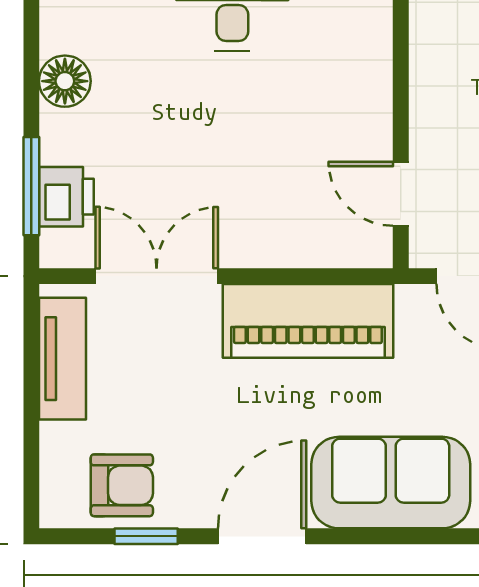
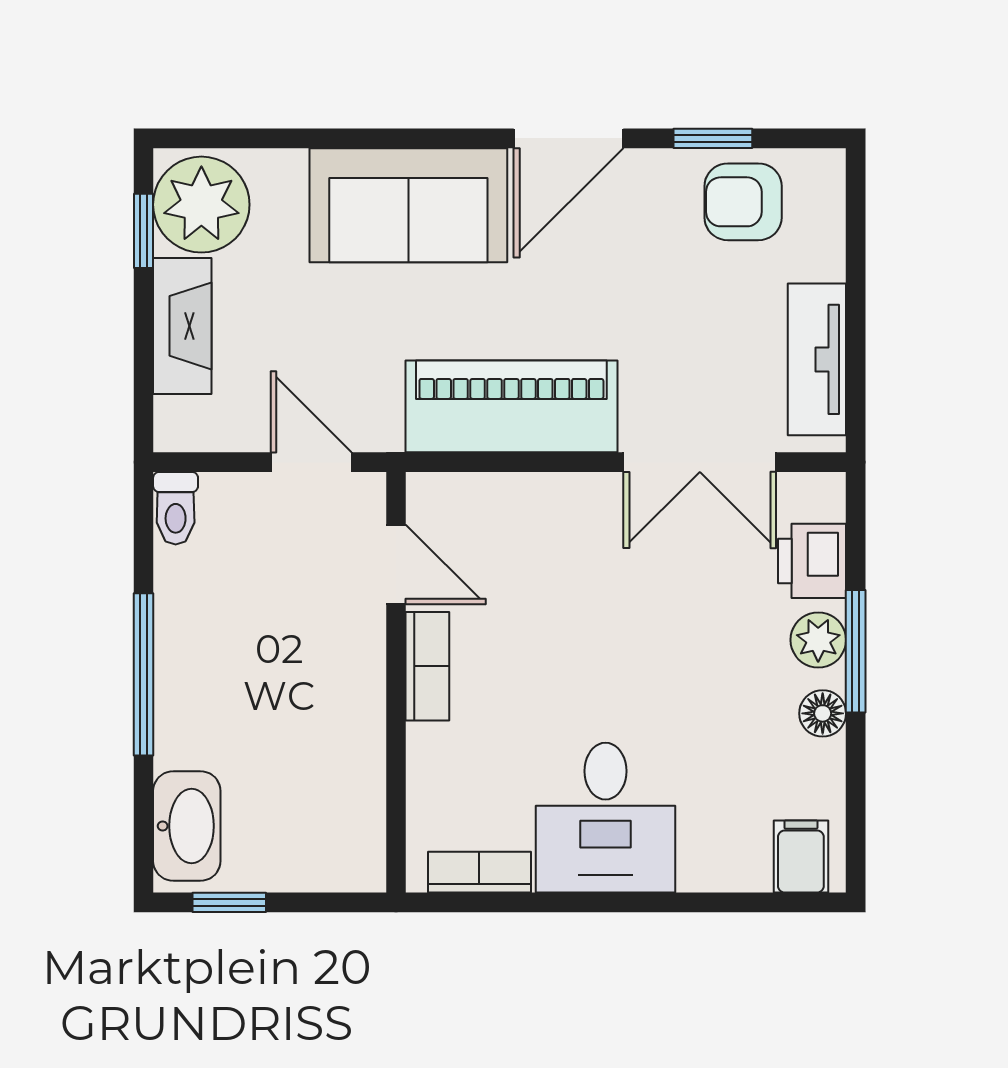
floor lamp: (65, 81) -> (823, 713), width x0.73, depth x0.73
bookcase: (375, 112) -> (427, 666), added
plant: (61, 133) -> (818, 640), added
window: (31, 186) -> (856, 651), moved

